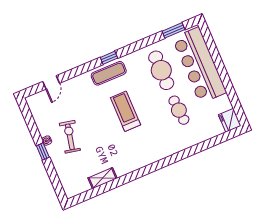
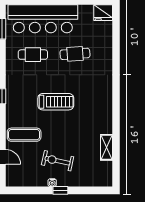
cafe table: (161, 70) -> (33, 55), width x0.73, depth x0.74
exercise mat: (109, 73) -> (24, 135), moved, turned 90
treadmill: (125, 111) -> (56, 102), turned 180

